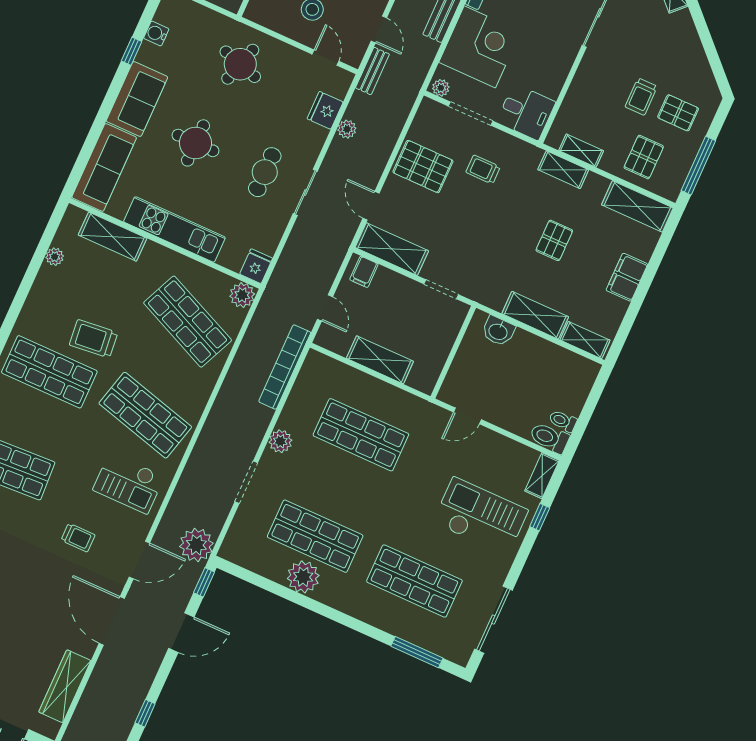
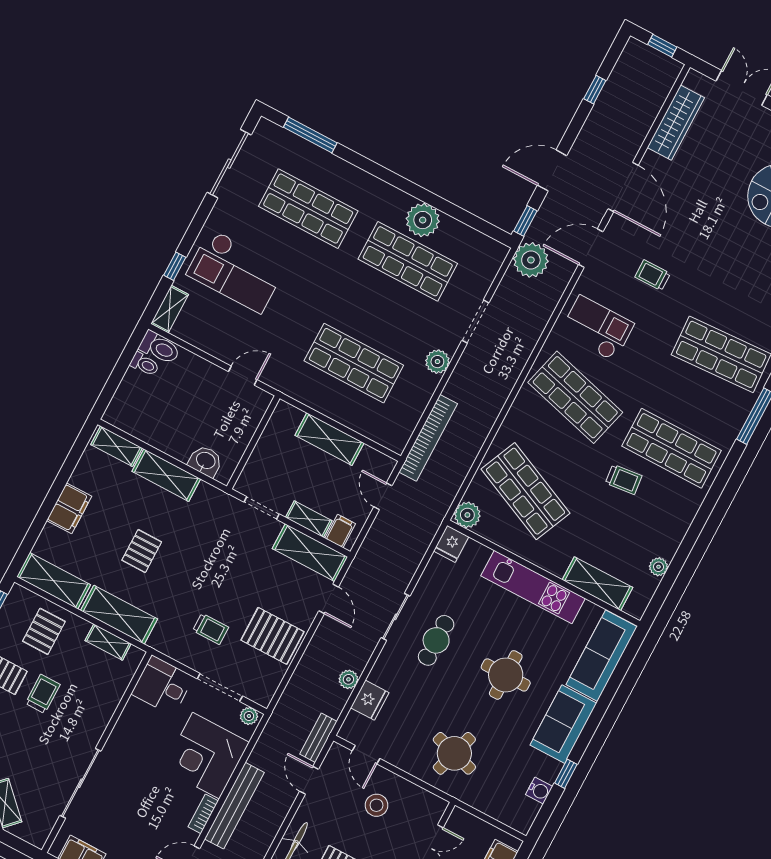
shelving: (563, 170) -> (119, 615), width x1.50, depth x1.33
shelving: (395, 281) -> (309, 519), added
trolley: (94, 339) -> (624, 479), width x0.73, depth x0.72

